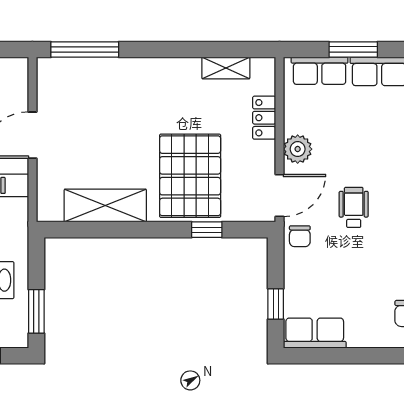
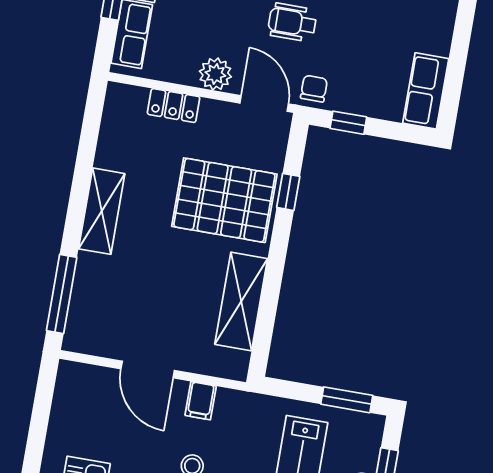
shelving: (226, 68) -> (102, 211), moved, width x1.50, depth x1.33
chair: (300, 236) -> (314, 89), turned -90
window: (276, 304) -> (348, 123), moved

